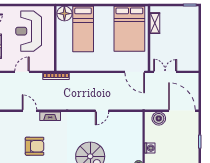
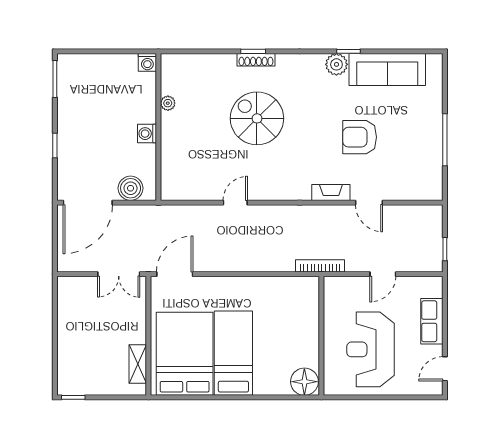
bed: (83, 29) -> (233, 353), moved
reception desk: (29, 31) -> (371, 349), turned 180
door: (135, 72) -> (175, 274), hinge flipped
door: (182, 111) -> (88, 203), hinge flipped

